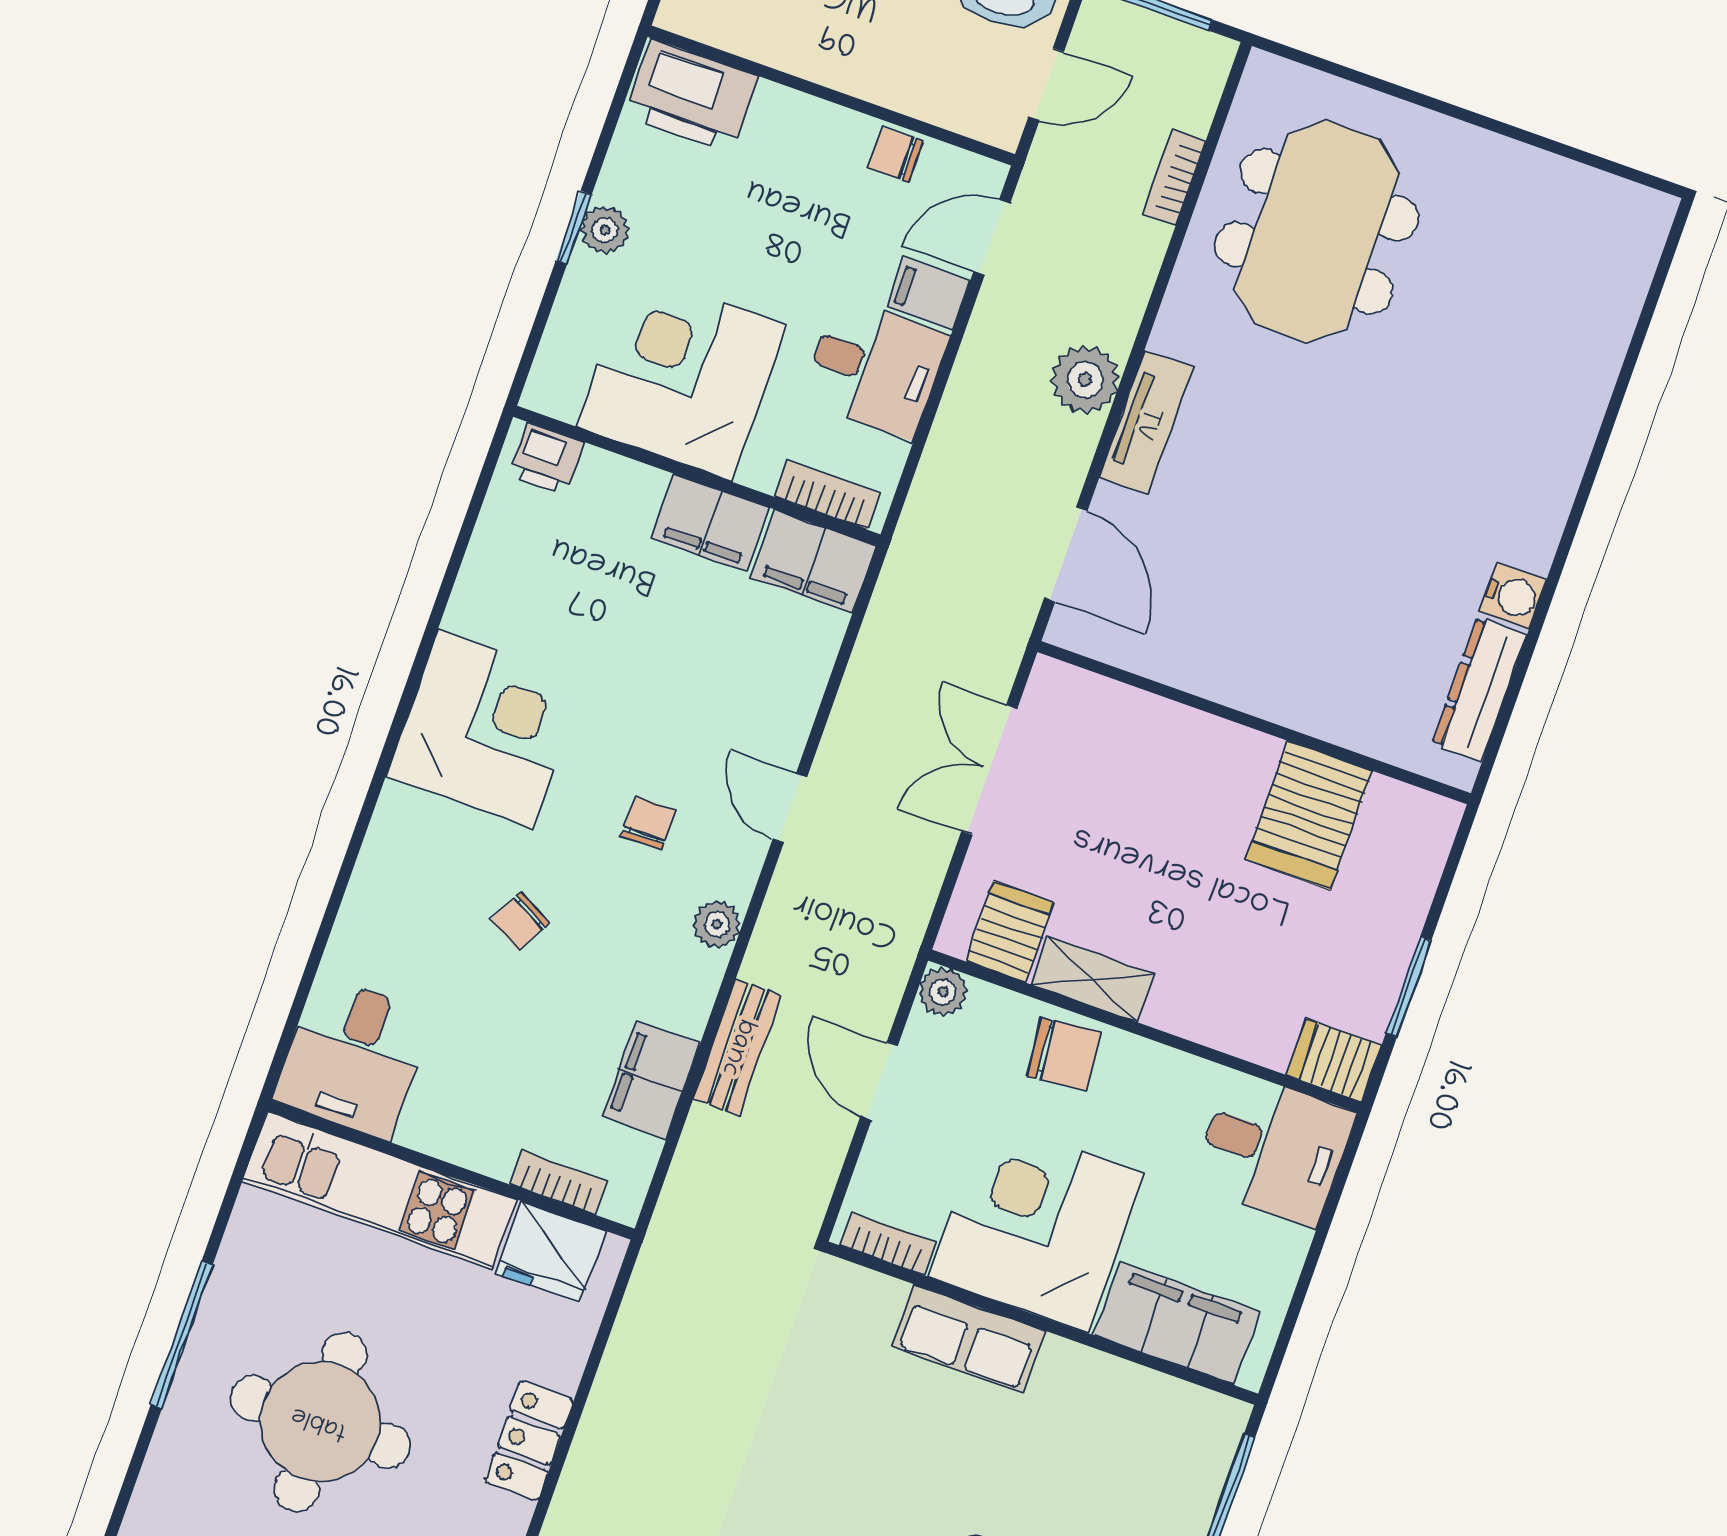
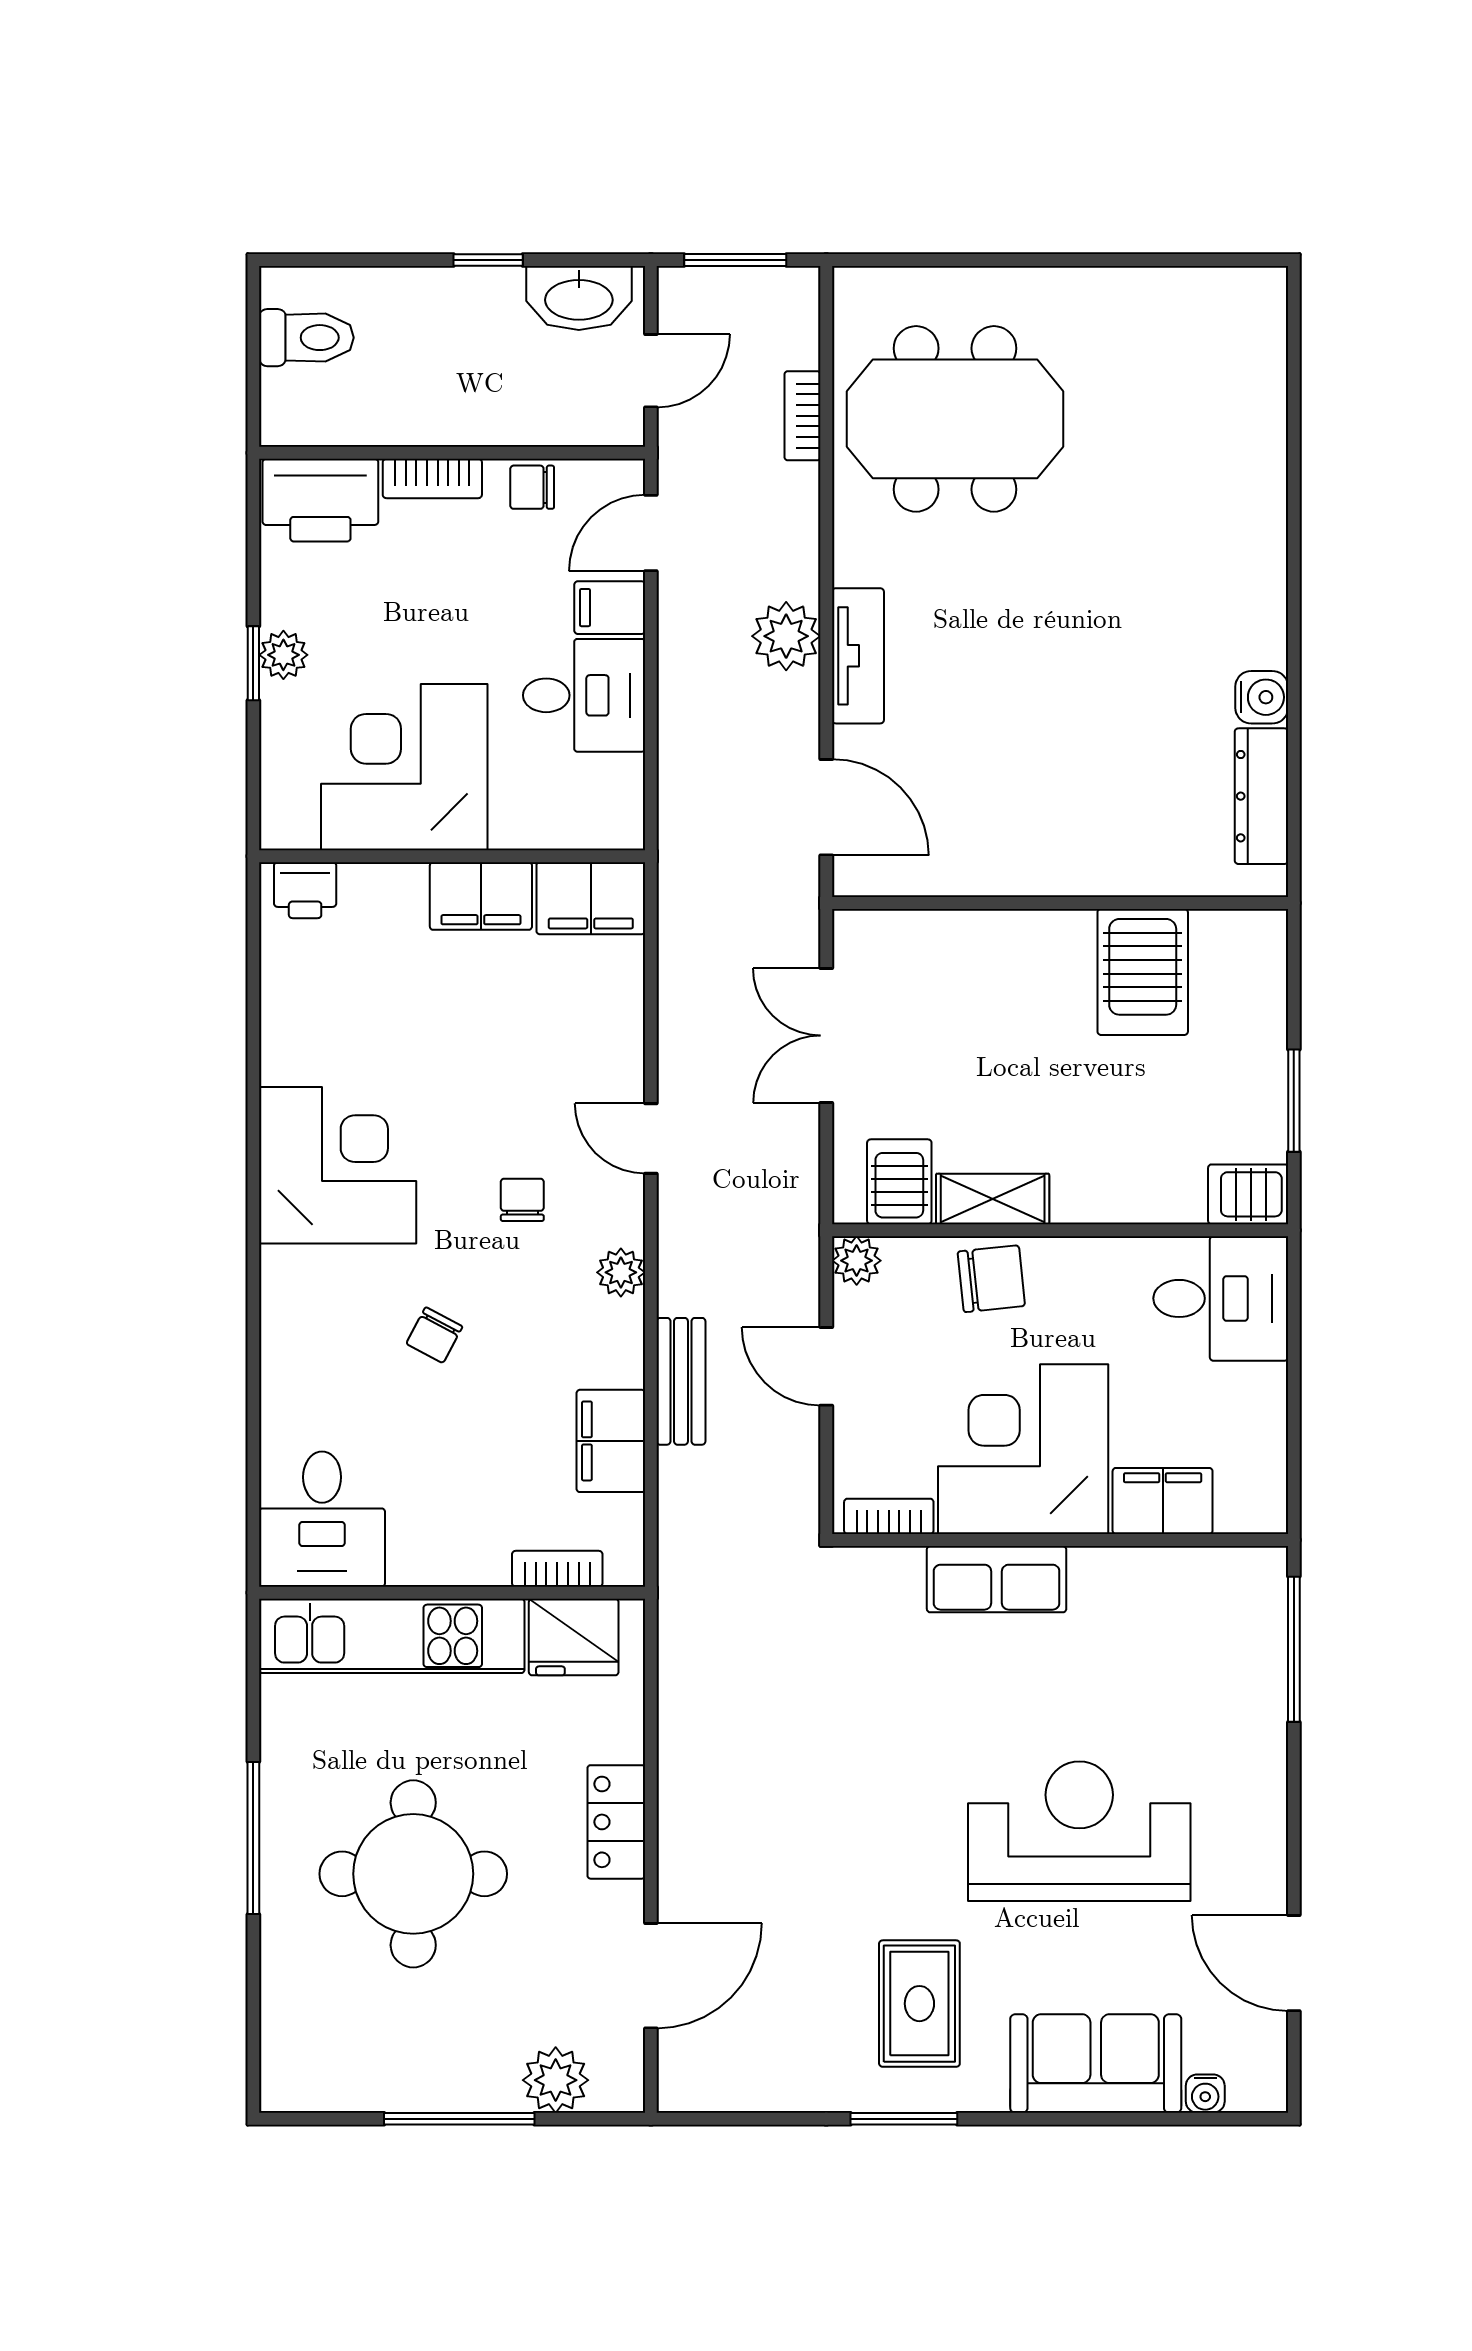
meeting table: (1317, 231) -> (955, 419), turned 90
bookcase: (827, 495) -> (432, 478), moved, turned 180
filing cabinet: (1176, 1324) -> (1163, 1501), width x0.67, depth x0.86

